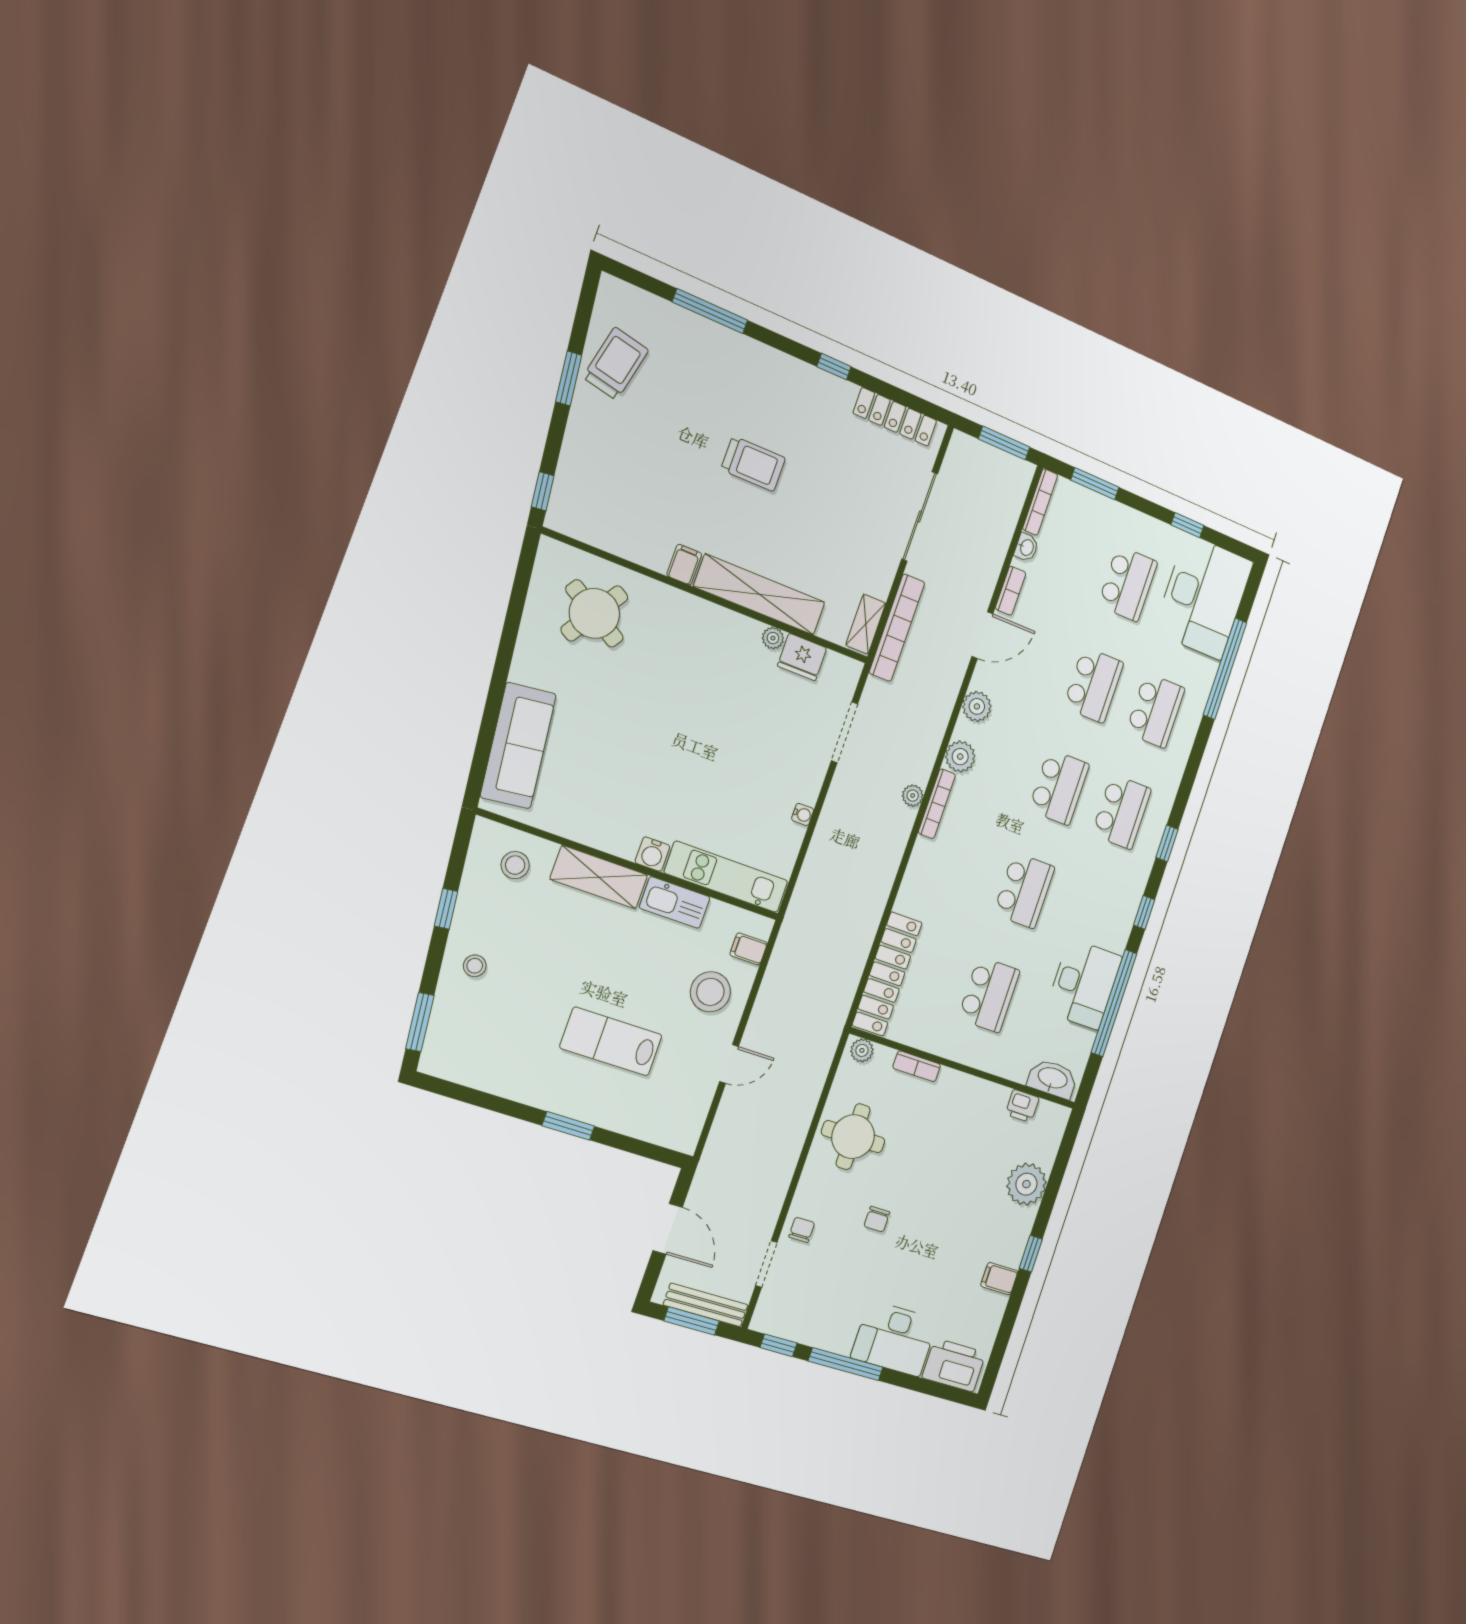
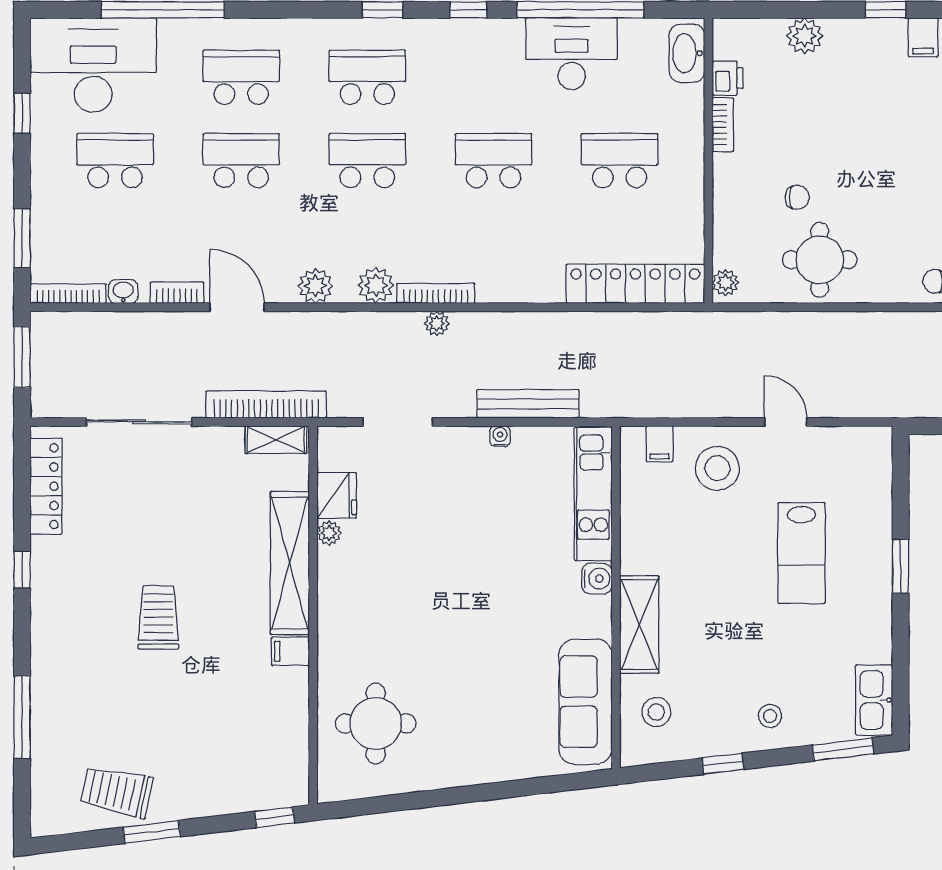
round table: (594, 613) -> (376, 723), turned -32
sofa: (518, 746) -> (585, 702), moved, turned -83
bench: (821, 848) -> (528, 404), added
kitchen sink: (675, 902) -> (874, 700), moved, turned 180
bookcase: (917, 1066) -> (723, 125), moved
plant: (1026, 1184) -> (805, 36), width x0.73, depth x0.73
chair: (877, 1219) -> (797, 197), moved

